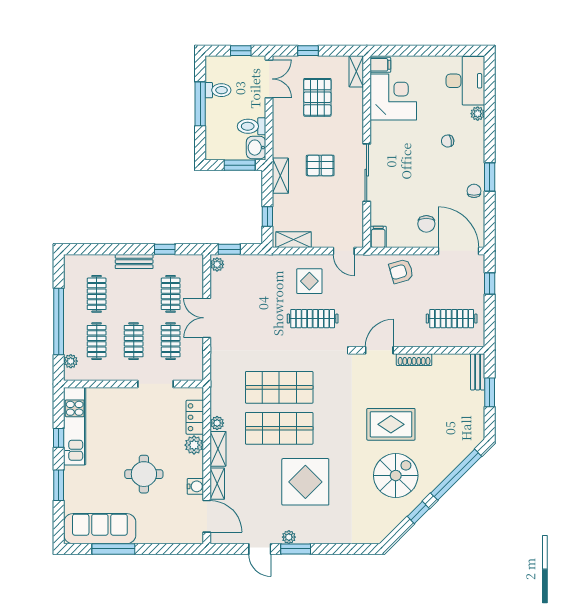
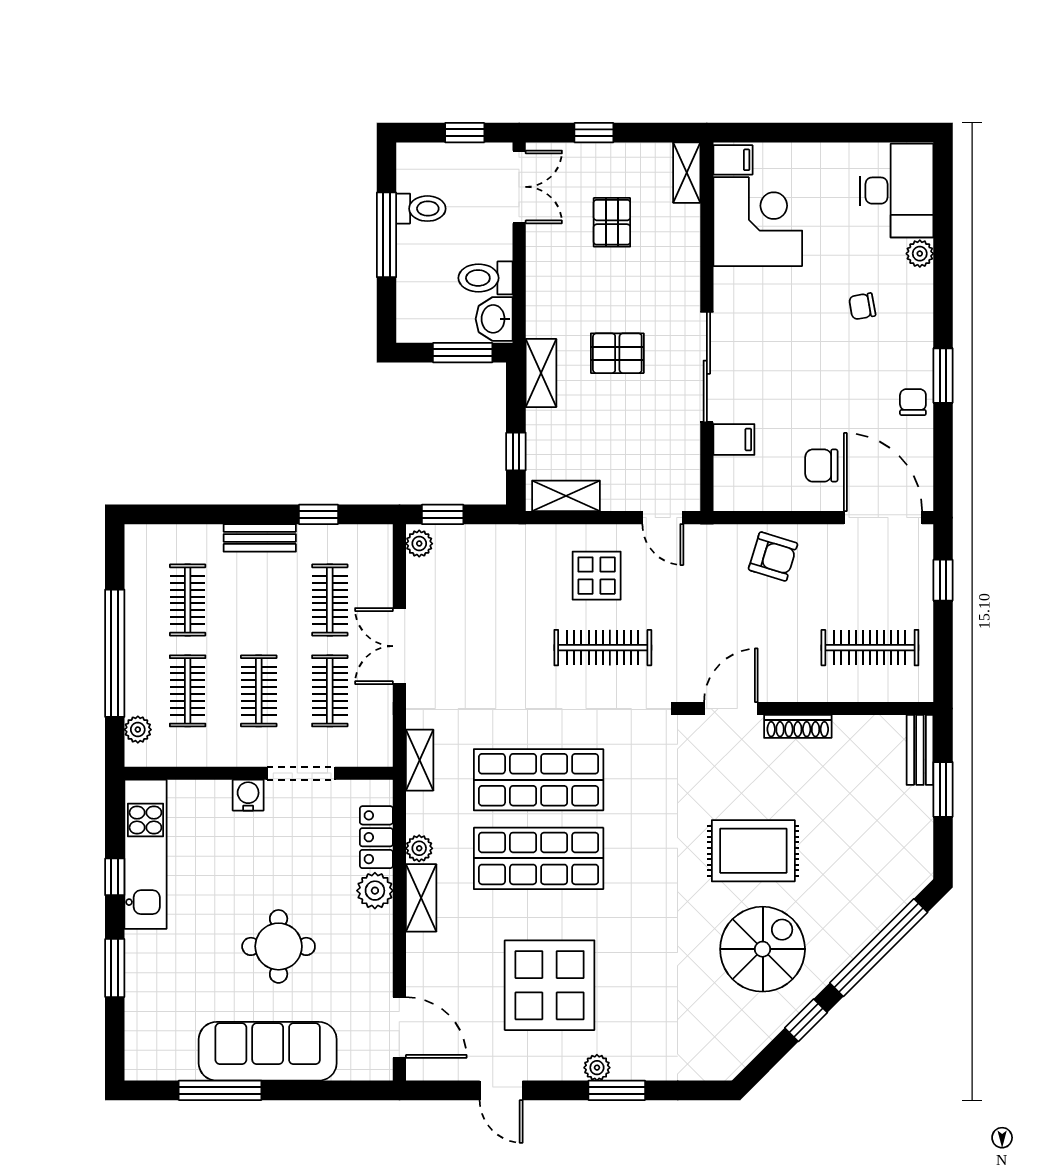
pallet: (317, 97) -> (612, 222), width x0.67, depth x0.71
chair: (426, 224) -> (821, 466), turned 90
filing cabinet: (378, 237) -> (734, 440), moved, turned 90
armchair: (401, 271) -> (773, 557), turned -147
display table: (305, 482) -> (550, 985), moved
shelving: (217, 484) -> (420, 760), moved
water cooler: (195, 486) -> (248, 795), moved, turned -90
sofa: (100, 529) -> (268, 1051), moved
plant: (289, 537) -> (597, 1068), moved
window: (296, 549) -> (617, 1090), moved

